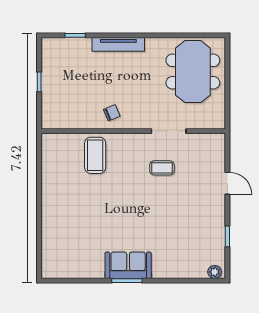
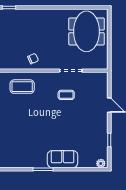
tv unit: (118, 44) -> (37, 14), removed
coffee table: (95, 155) -> (22, 87), turned 90
sofa: (128, 265) -> (63, 159), moved

